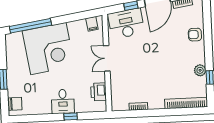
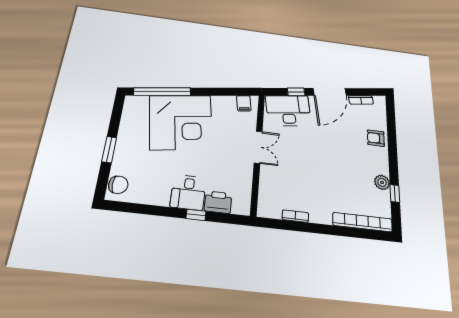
double door: (107, 58) -> (258, 147), swing flipped
printer: (99, 92) -> (218, 202), moved, turned 90

